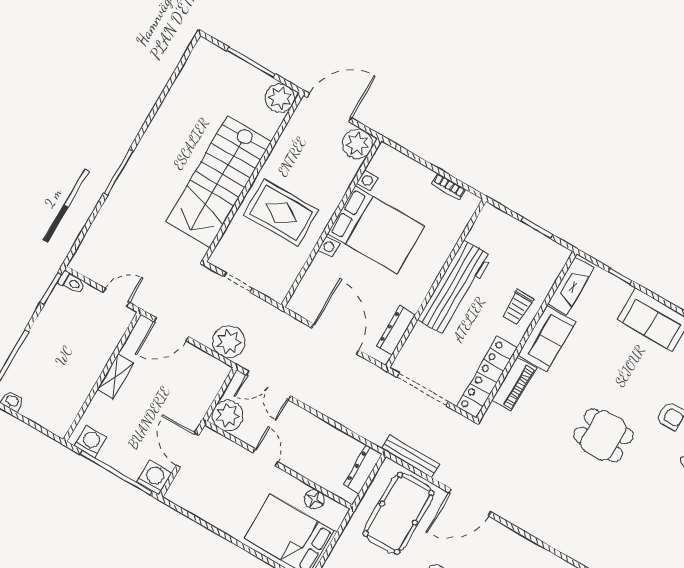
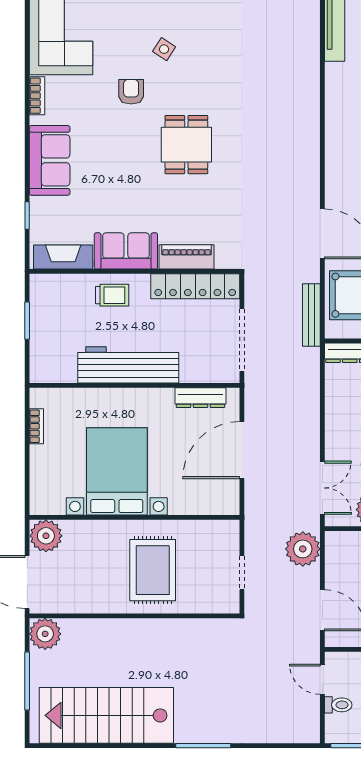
stairs: (219, 181) -> (106, 715), moved, turned 180
toilet: (71, 283) -> (338, 705), moved, turned 90

